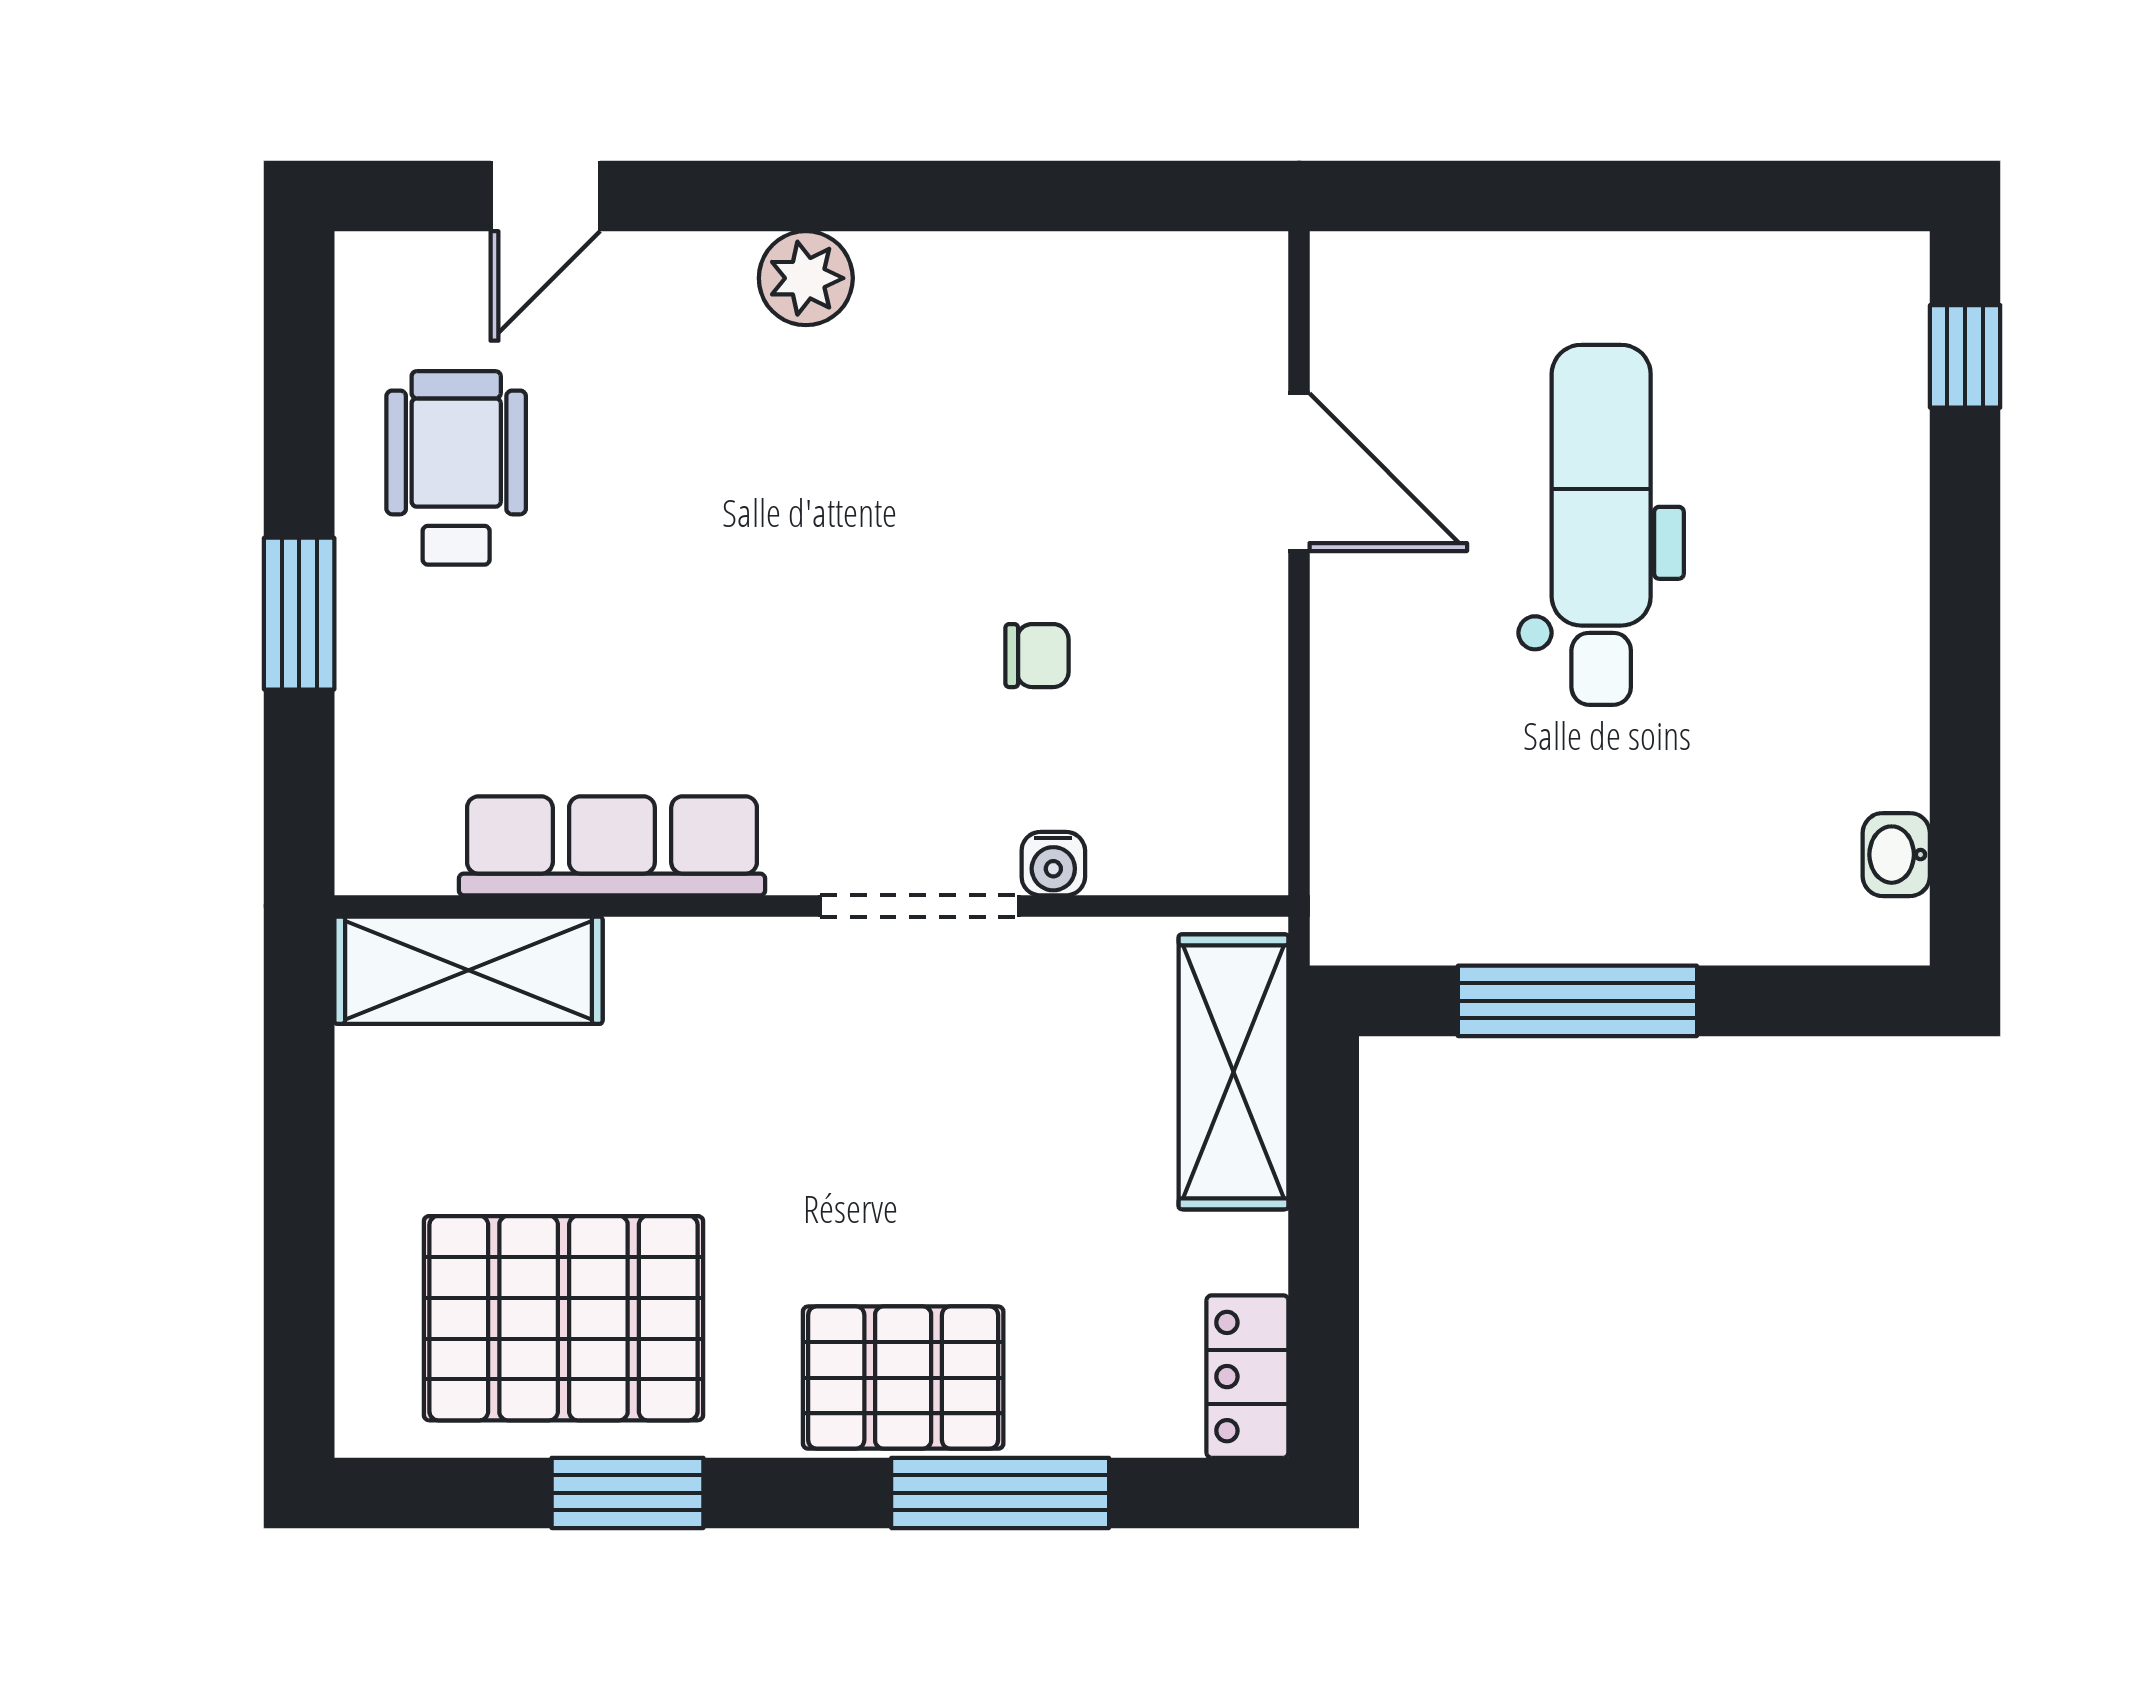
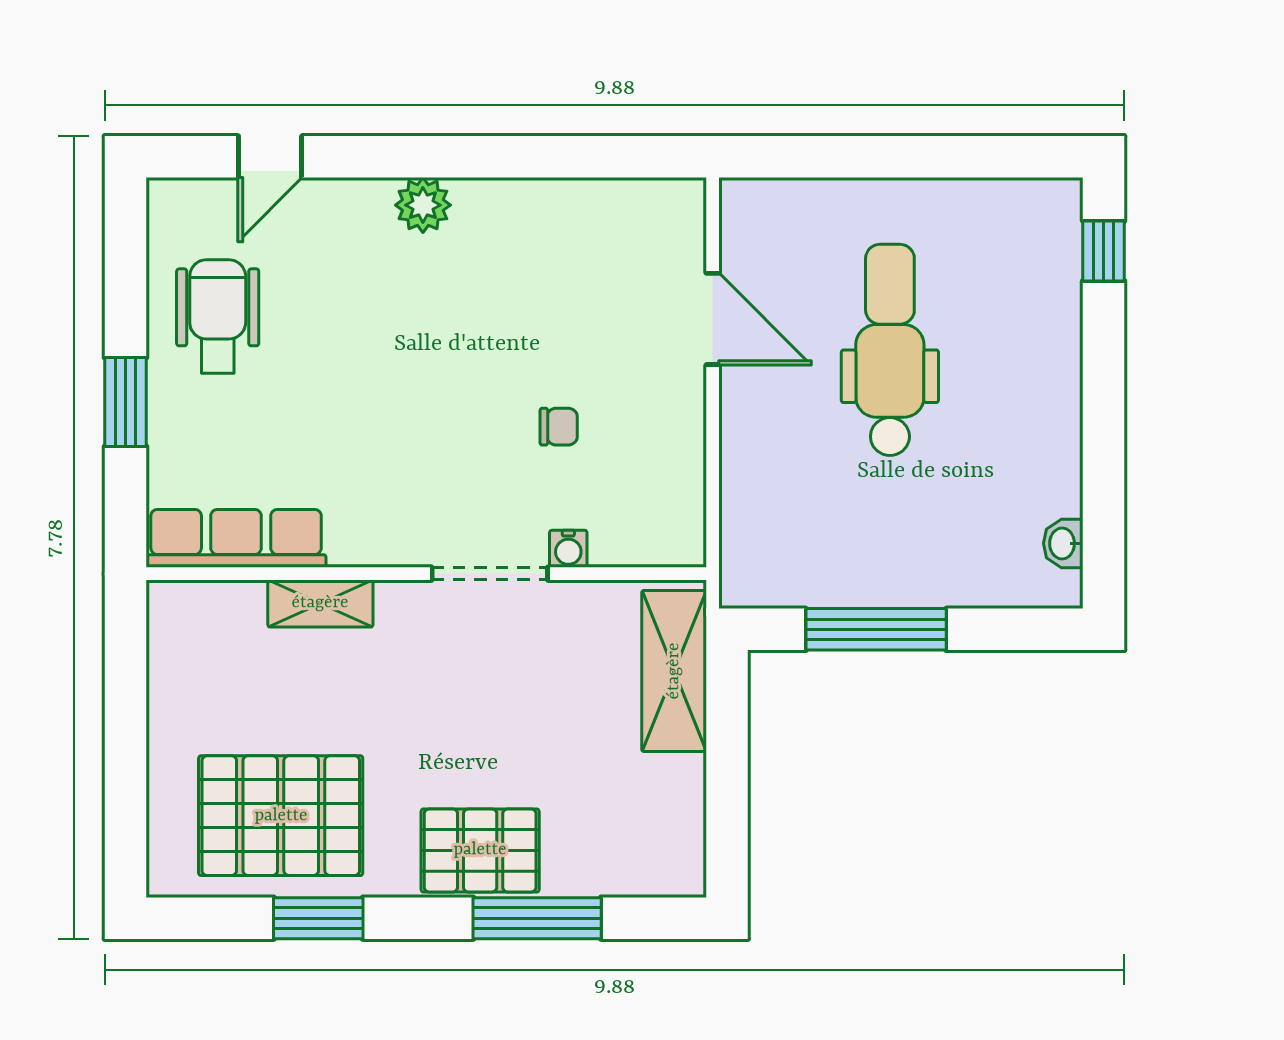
row of seats: (612, 846) -> (236, 538), moved
shelving: (468, 970) -> (320, 603), moved, width x0.67, depth x0.75
locker: (1247, 1377) -> (682, 850), removed

